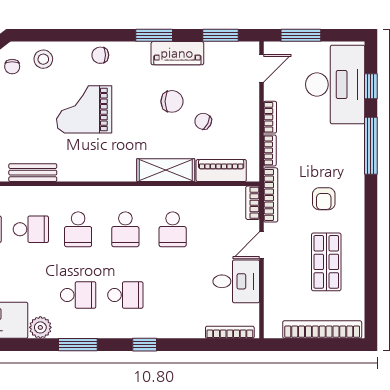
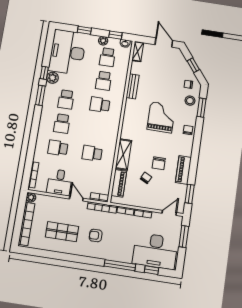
window: (154, 35) -> (202, 108), moved
door: (262, 68) -> (169, 213), swing flipped
school desk: (125, 229) -> (58, 148), moved
plant: (272, 330) -> (31, 197), added
window: (145, 345) -> (44, 73), moved

